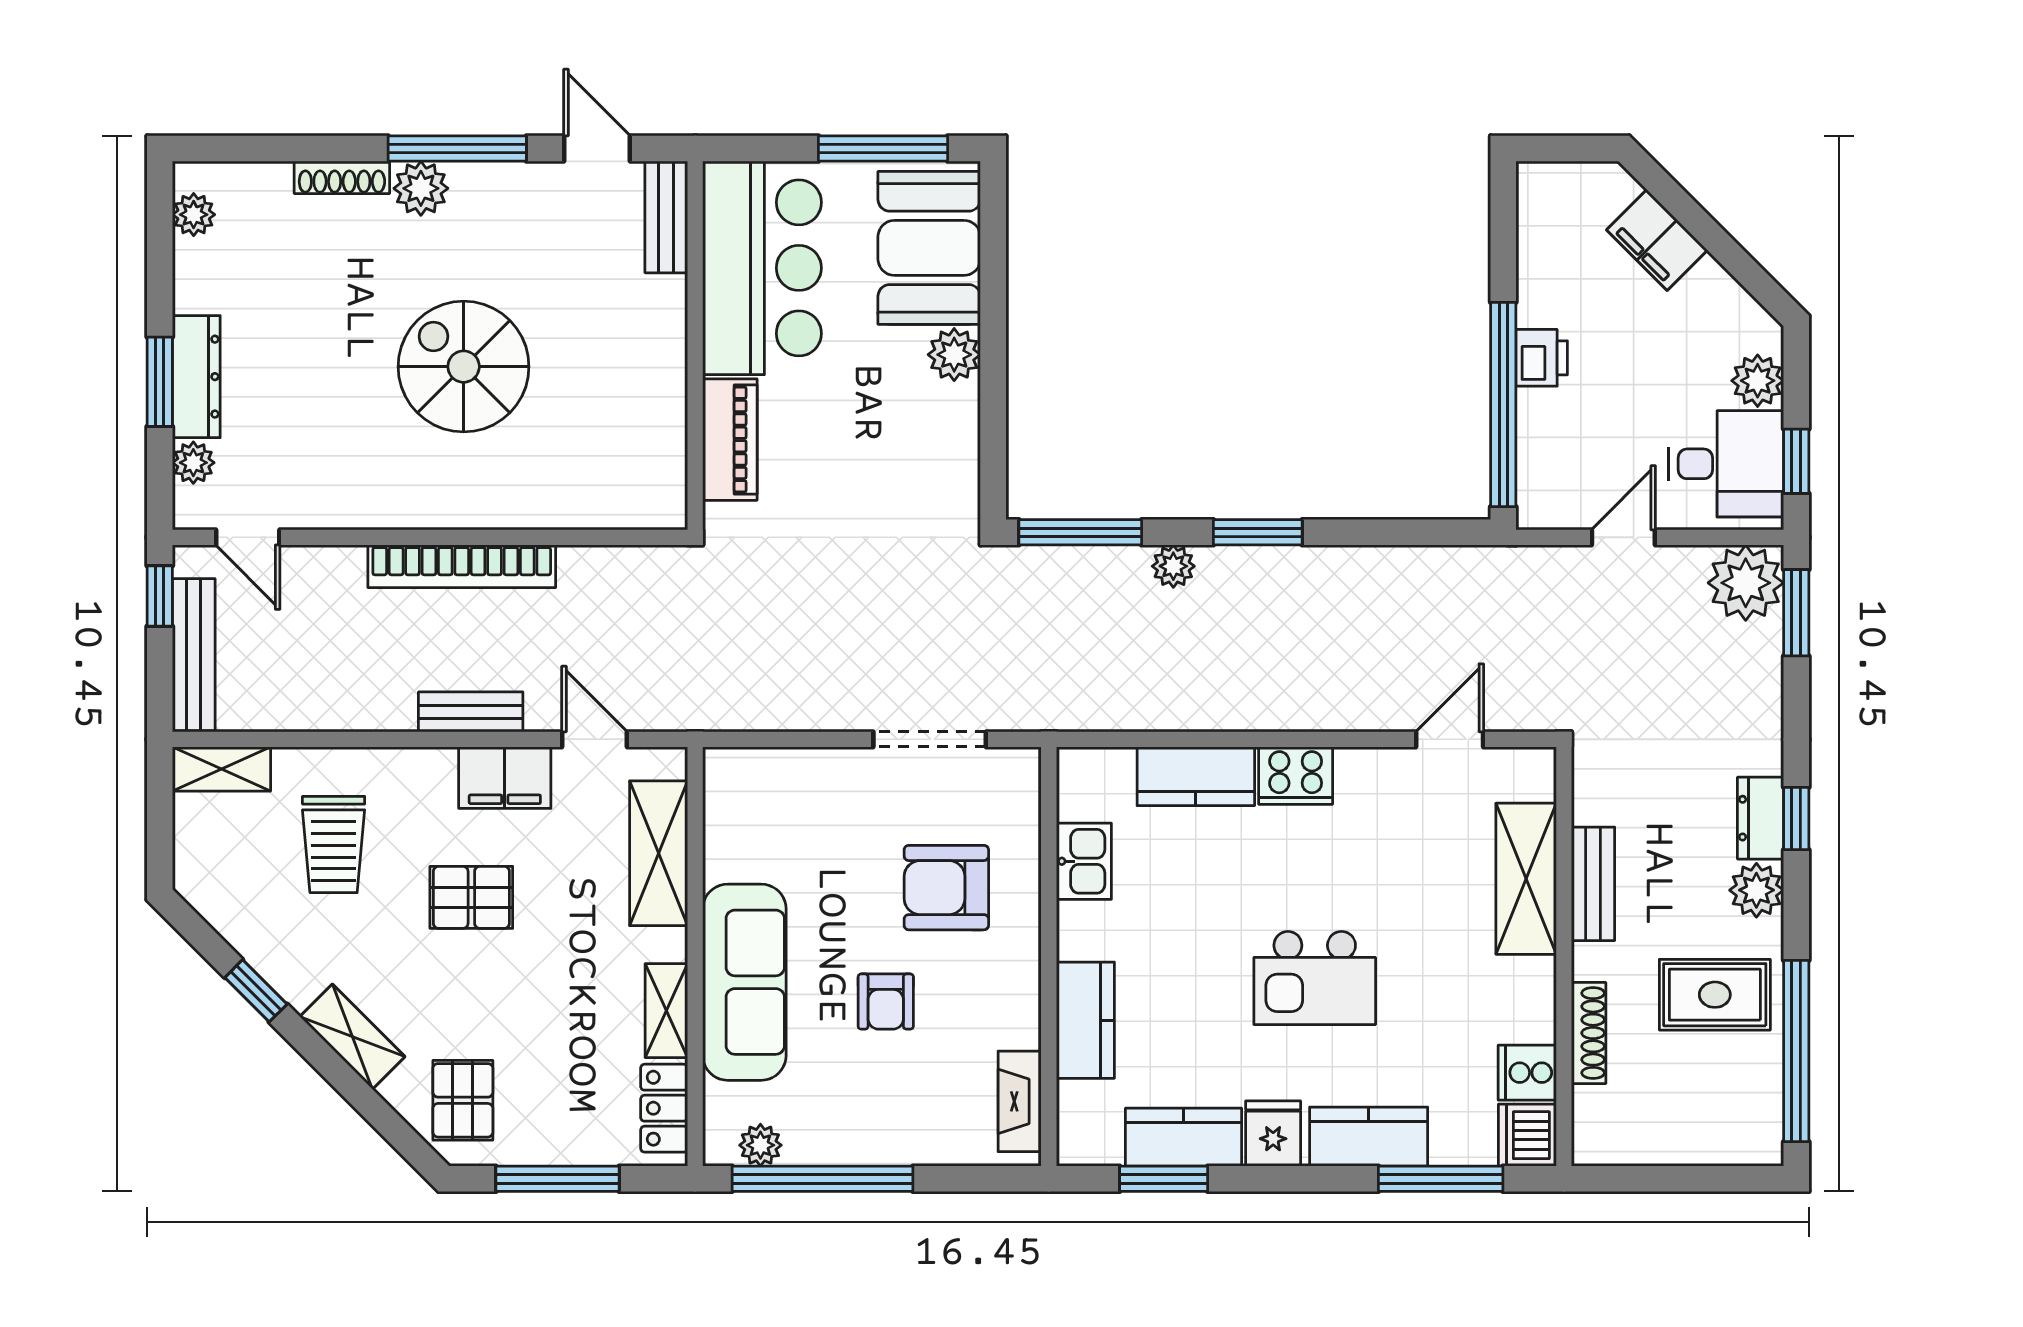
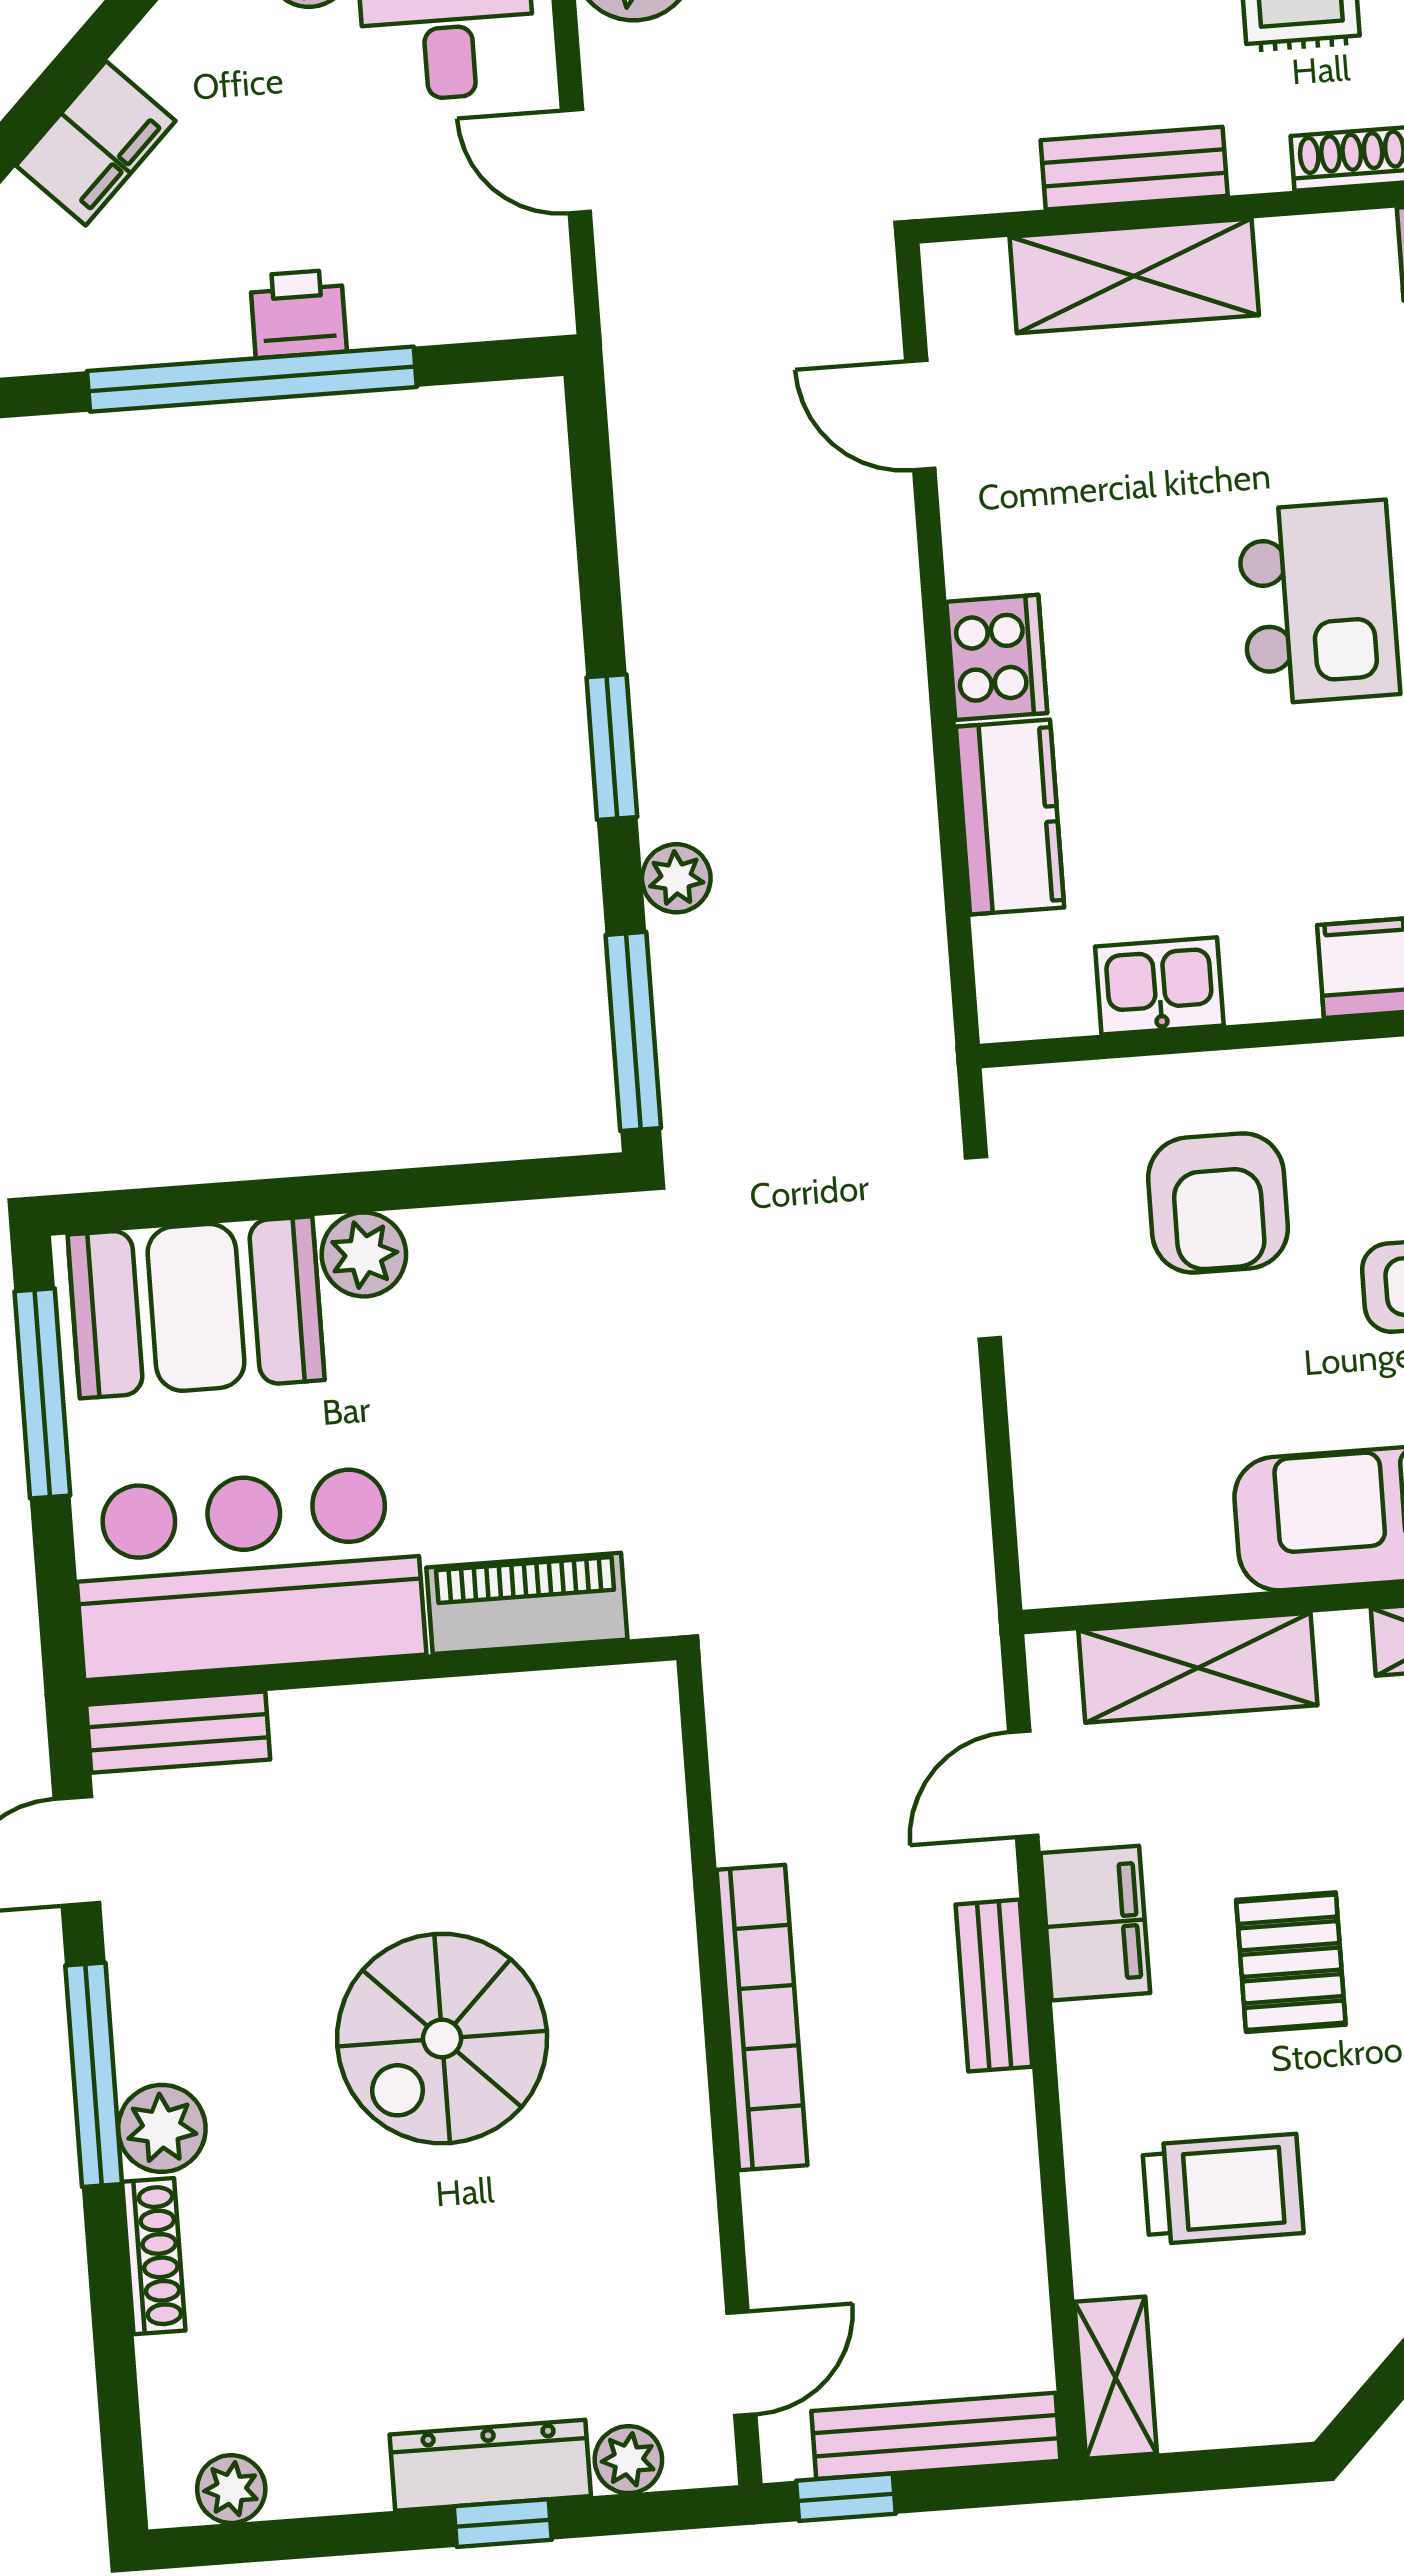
window: (160, 382) -> (503, 2523), width x0.67
window: (1503, 404) -> (252, 379), moved

